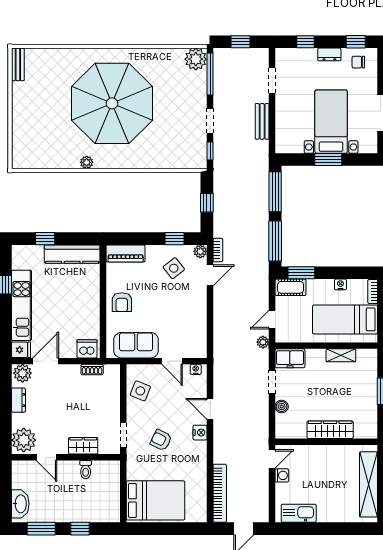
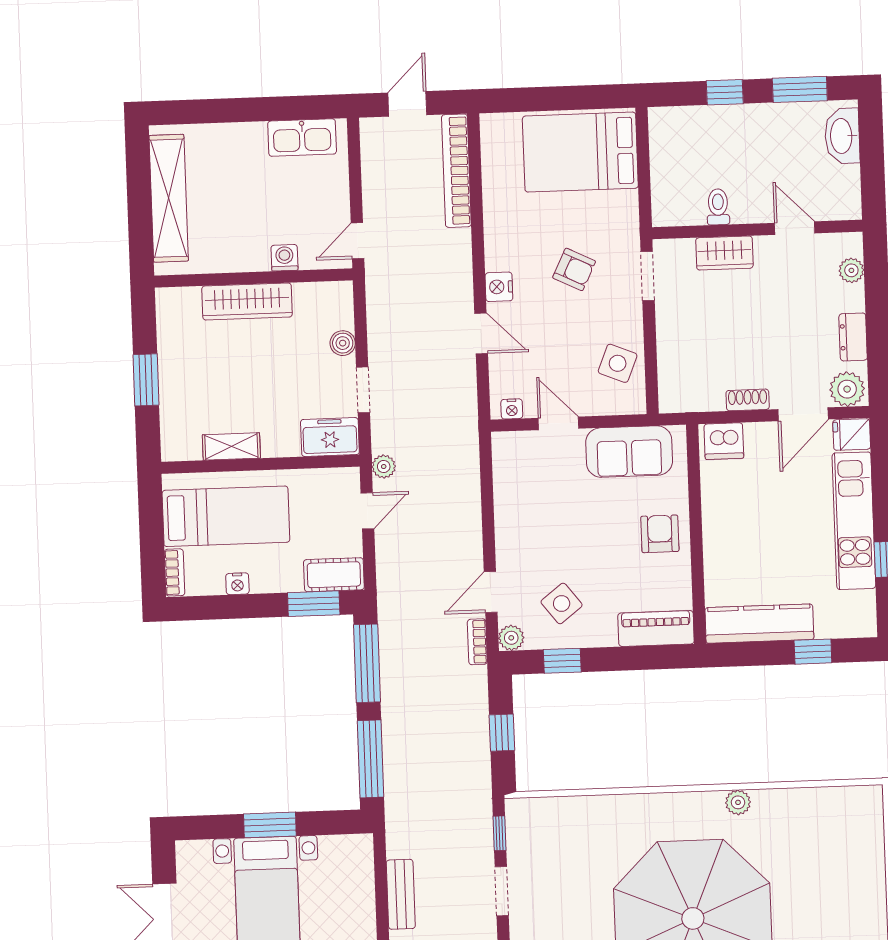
shoe rack: (92, 370) -> (748, 400), moved
plant: (24, 440) -> (851, 270), width x0.53, depth x0.53
washing machine: (282, 475) -> (284, 258), moved, turned 90

